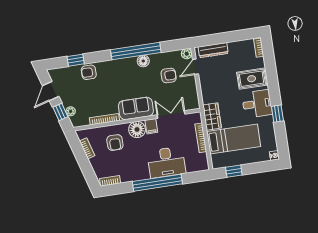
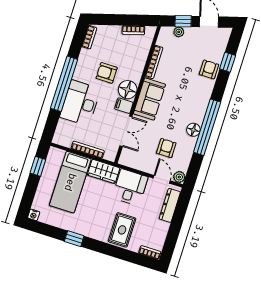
armchair: (169, 75) -> (166, 148), turned 180
desk: (257, 104) -> (130, 187), moved, turned 180
armchair: (115, 143) -> (107, 73), moved

